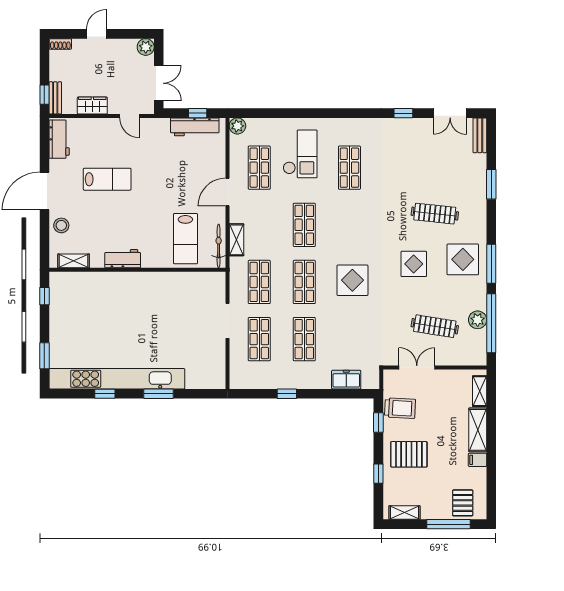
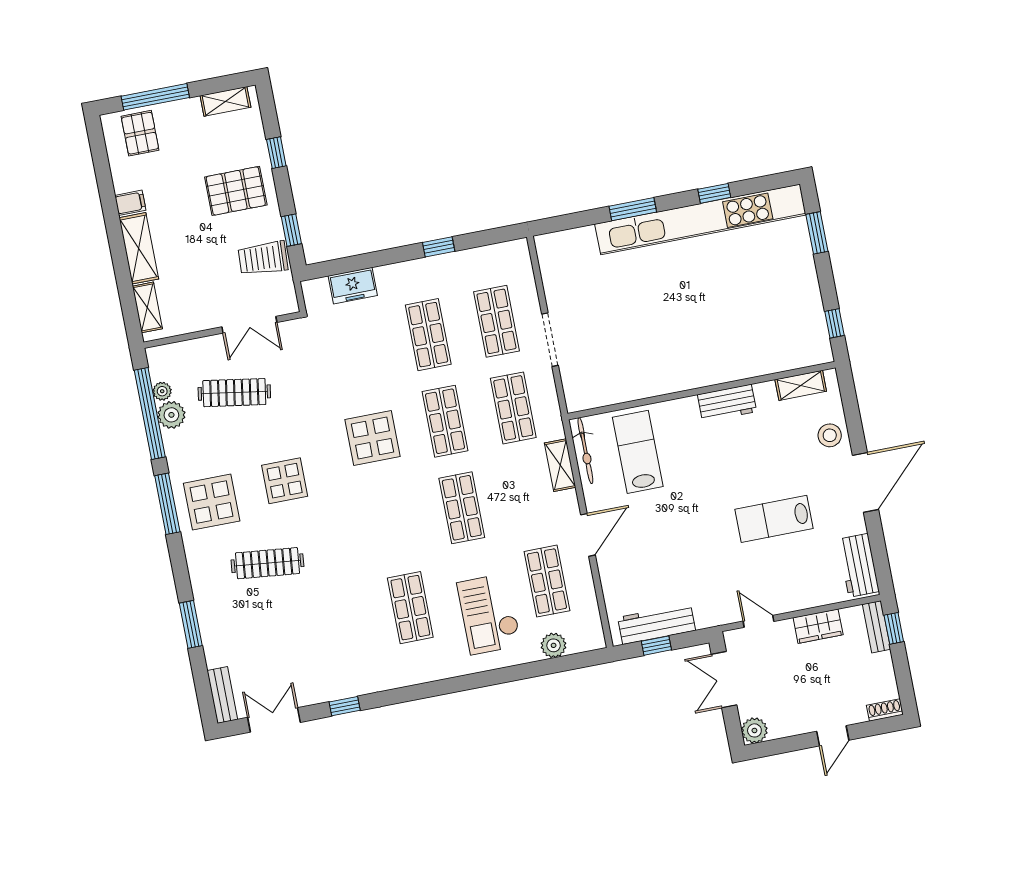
plant: (237, 126) -> (554, 645), moved
plant: (481, 336) -> (162, 391), added

